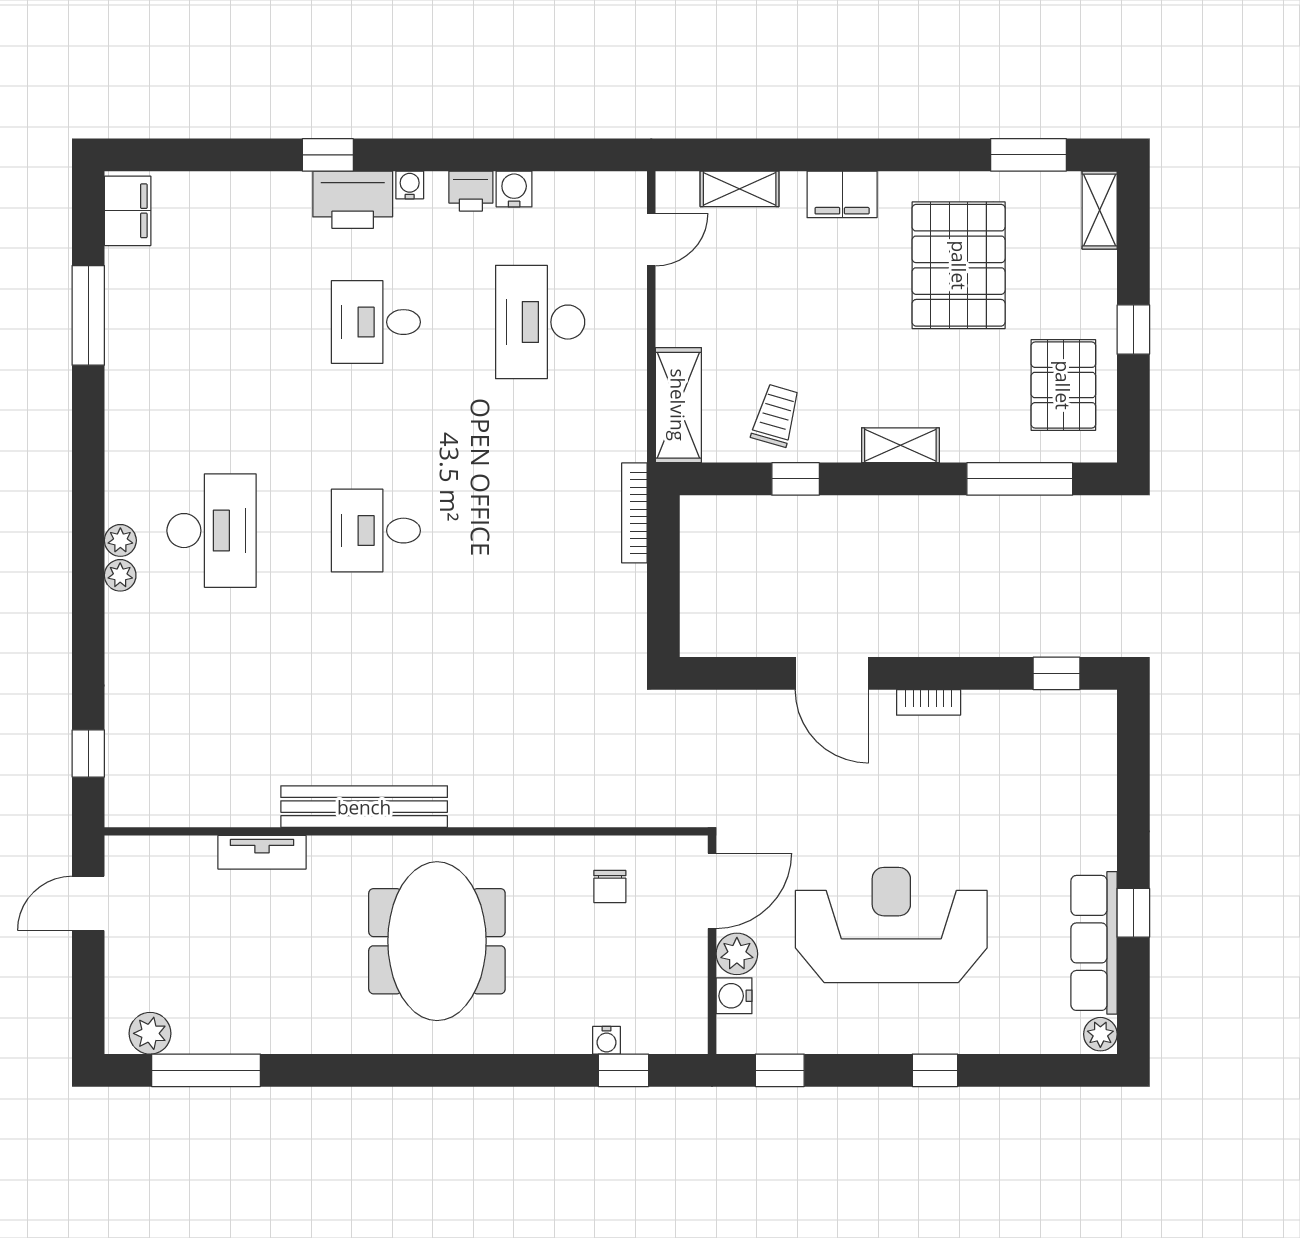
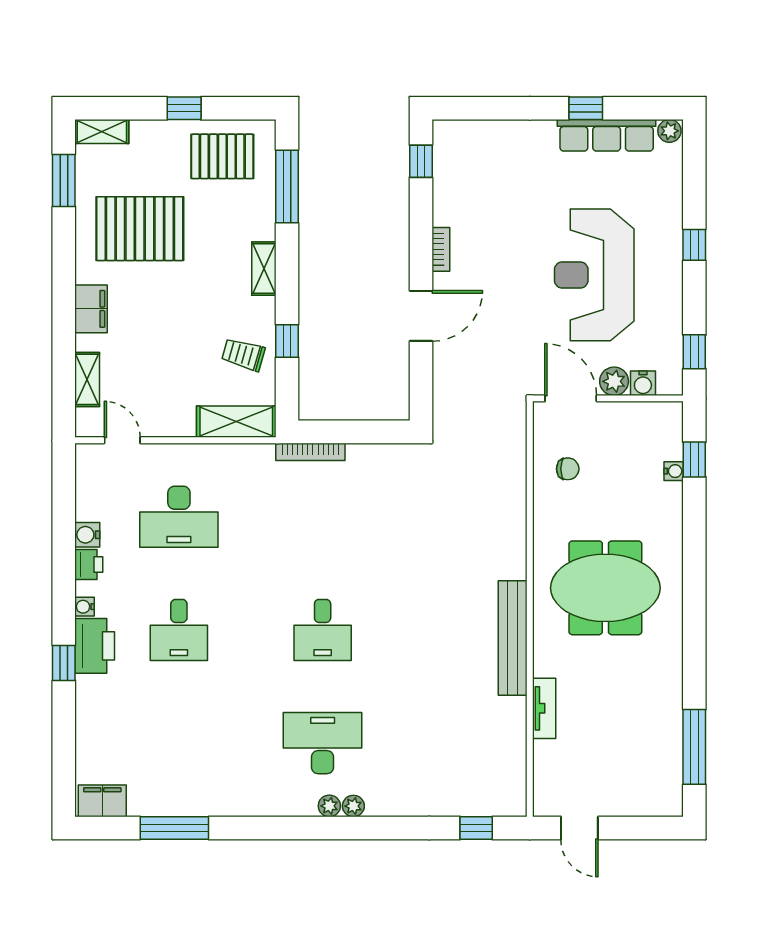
plant: (150, 1033) -> (669, 785), removed

